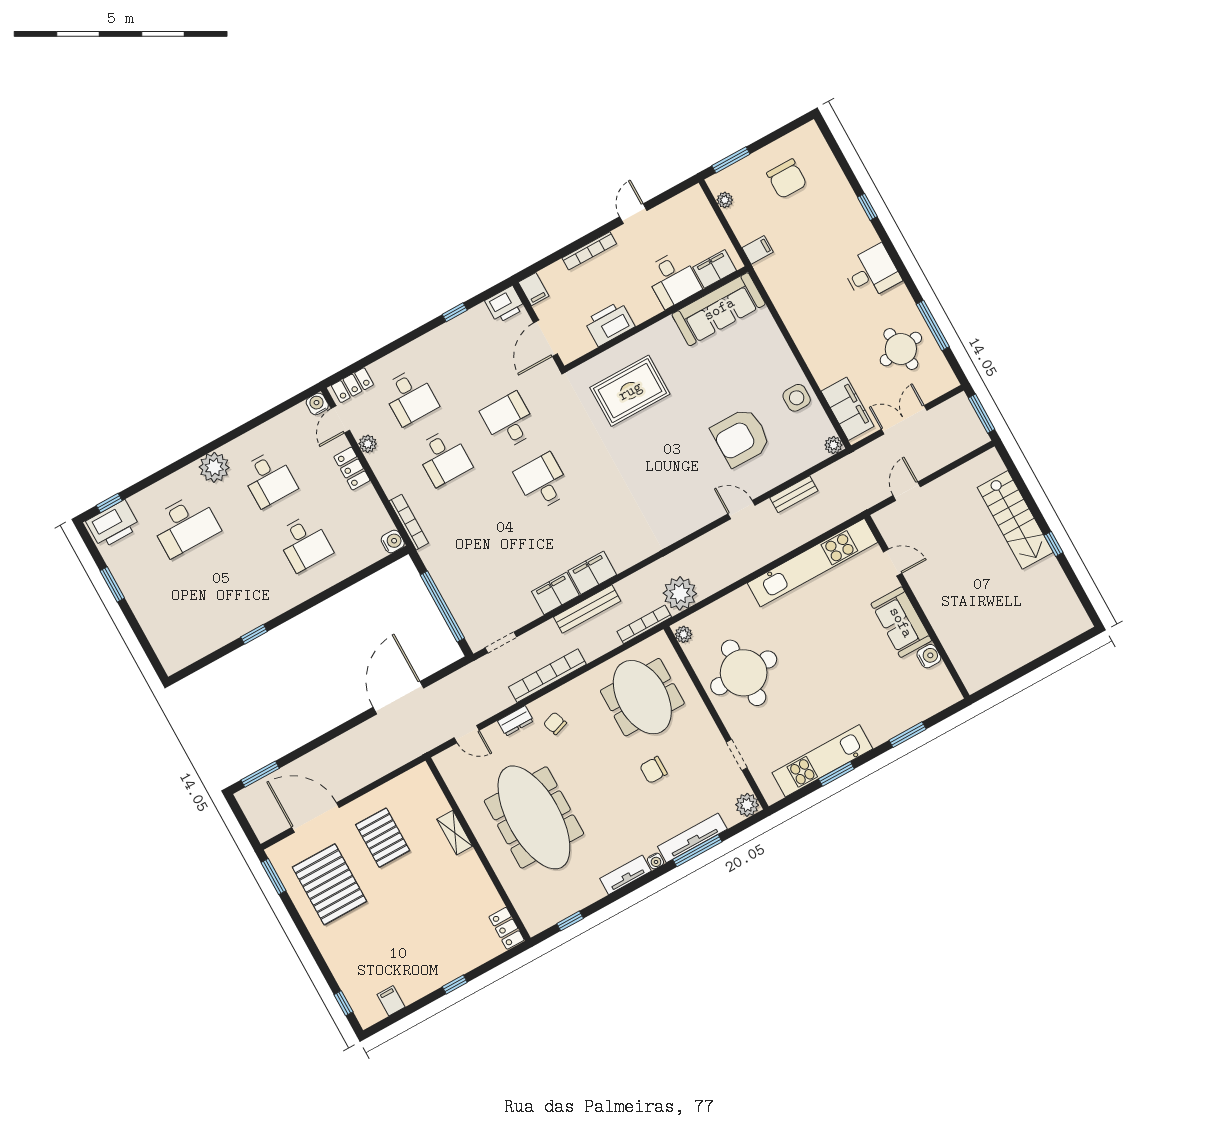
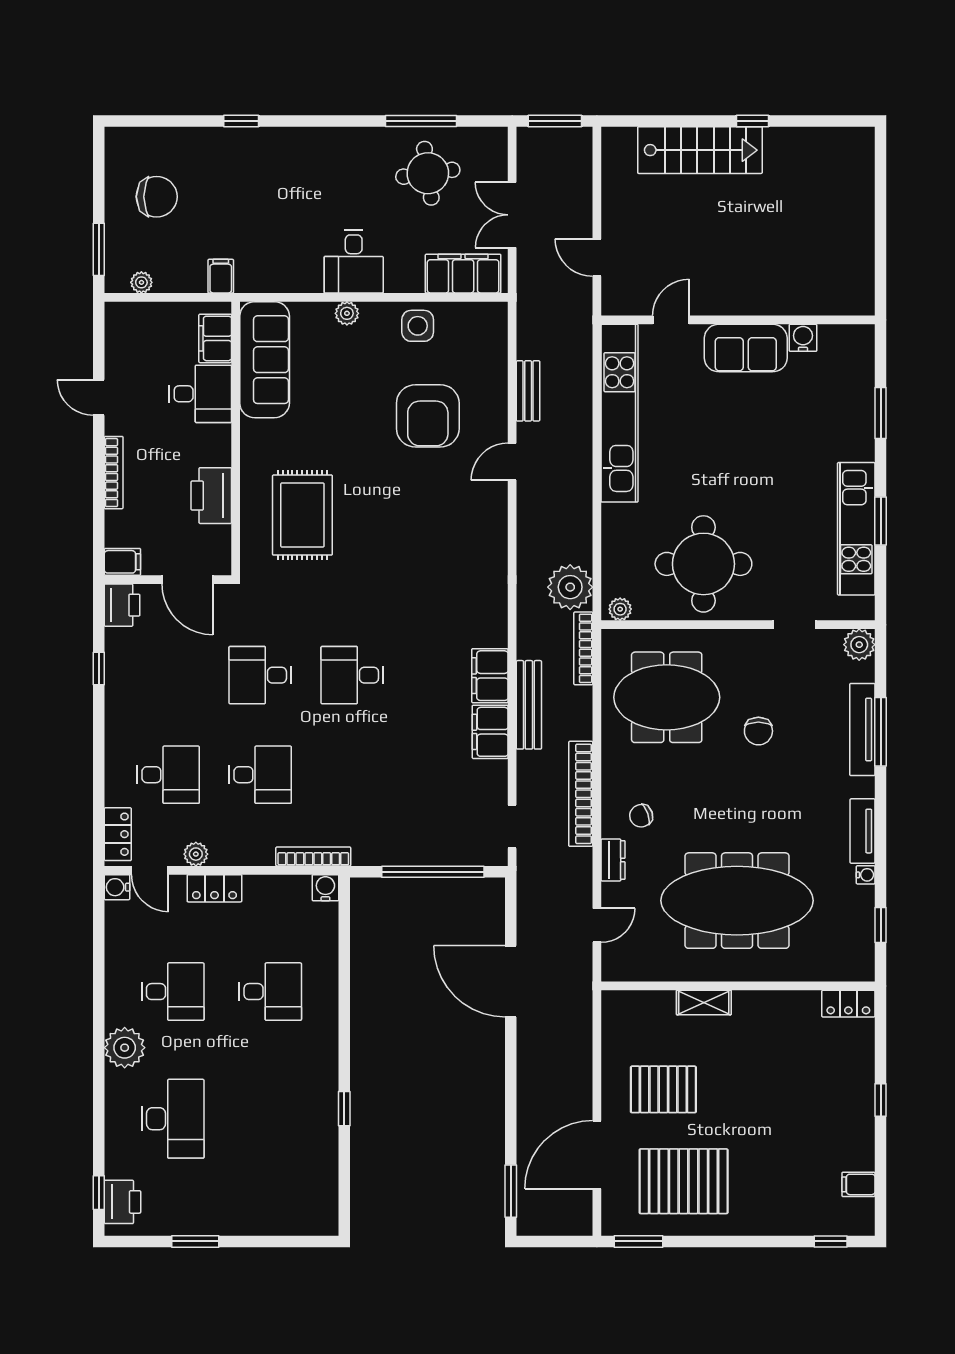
desk: (872, 273) -> (354, 261), moved, turned 180
plant: (833, 445) -> (347, 313), moved
printer: (113, 524) -> (122, 1202), width x0.73, depth x0.84
water cooler: (655, 861) -> (866, 875), moved

